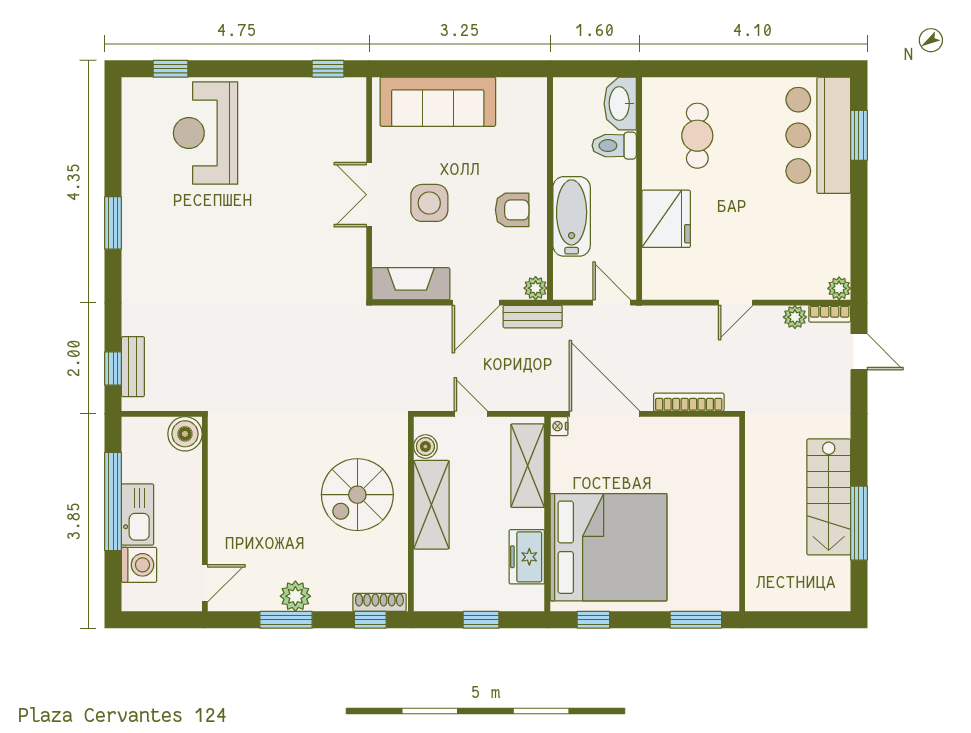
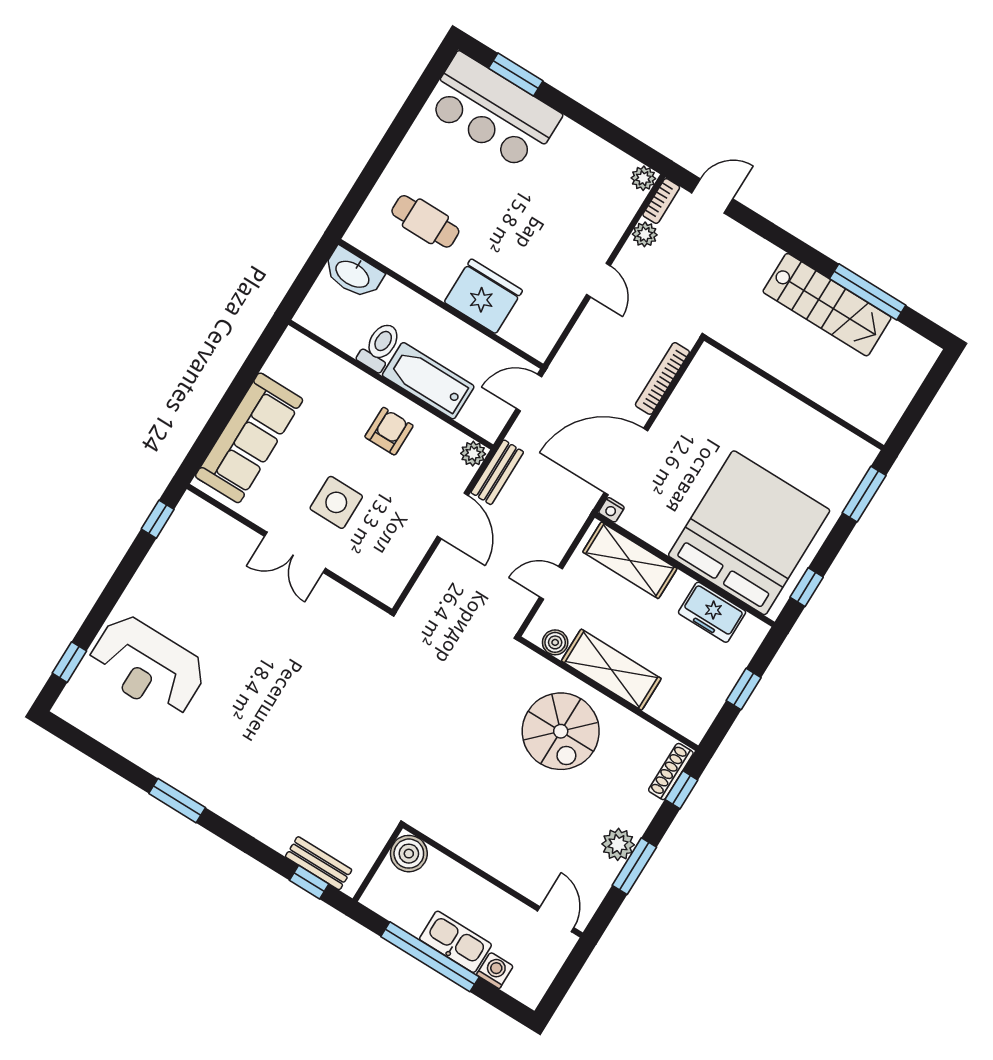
toilet: (614, 146) -> (380, 347), moved, turned 180
fireplace: (411, 284) -> (399, 564), removed
washing machine: (139, 565) -> (495, 970), width x0.73, depth x0.73

